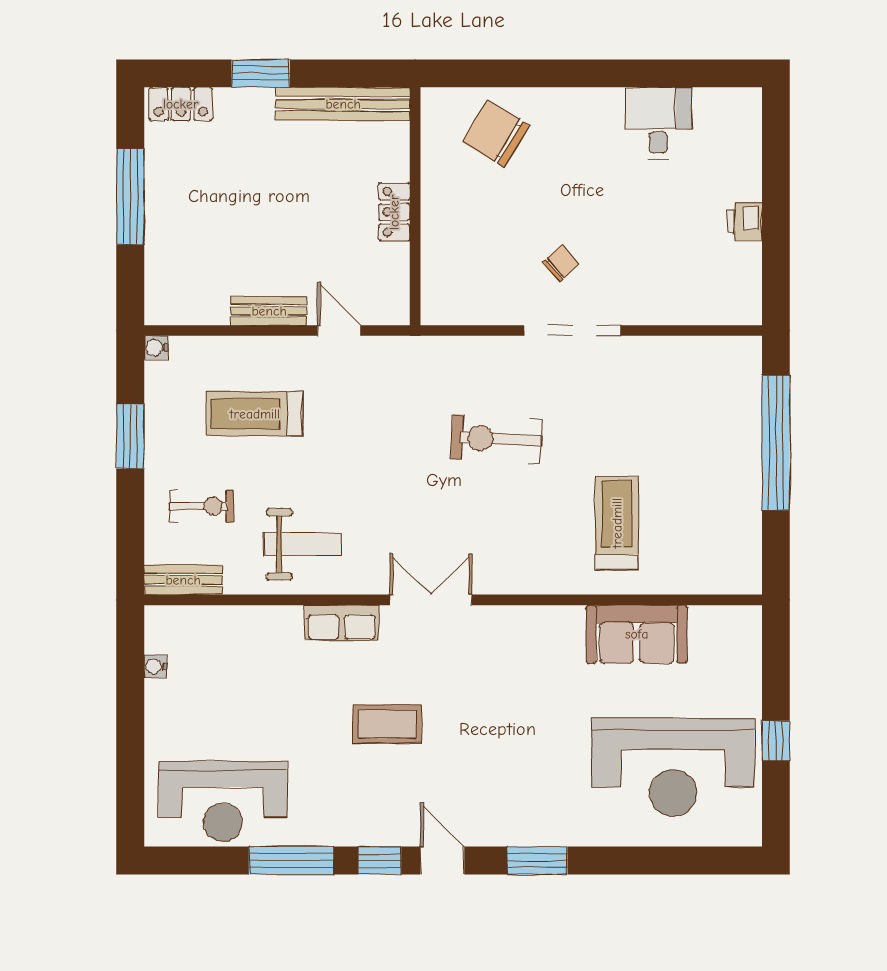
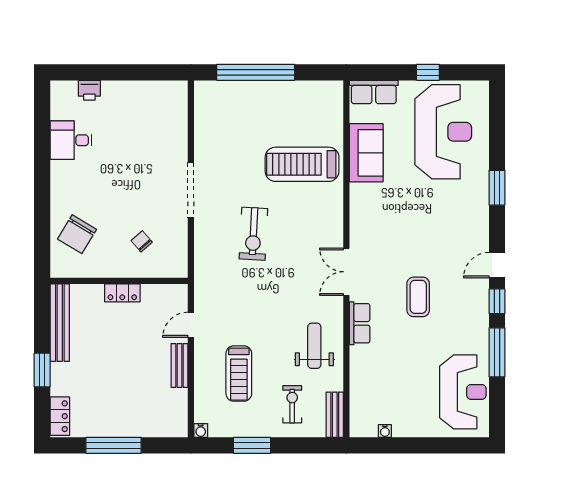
printer: (745, 221) -> (89, 90), moved
chair: (561, 263) -> (142, 241), moved
treadmill: (617, 523) -> (302, 164), width x1.37, depth x1.38
row of seats: (742, 647) -> (374, 92), added
window: (537, 860) -> (497, 188), moved

